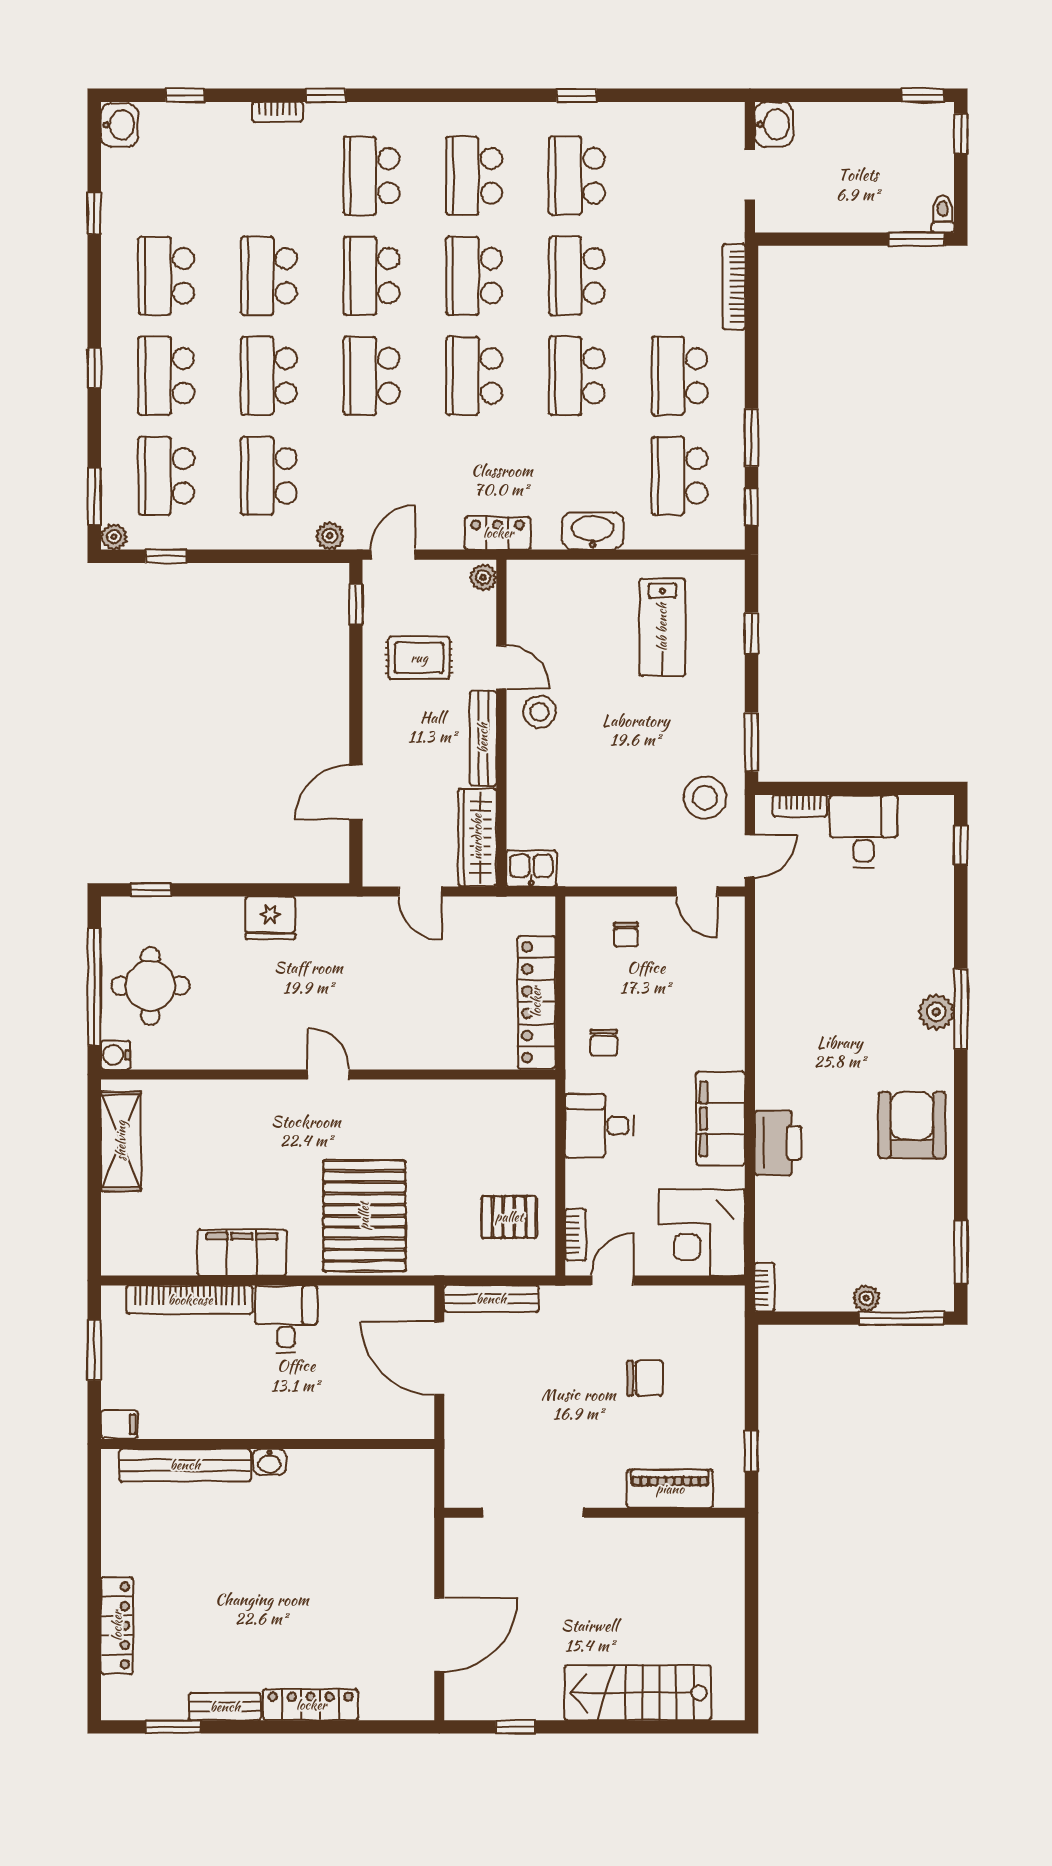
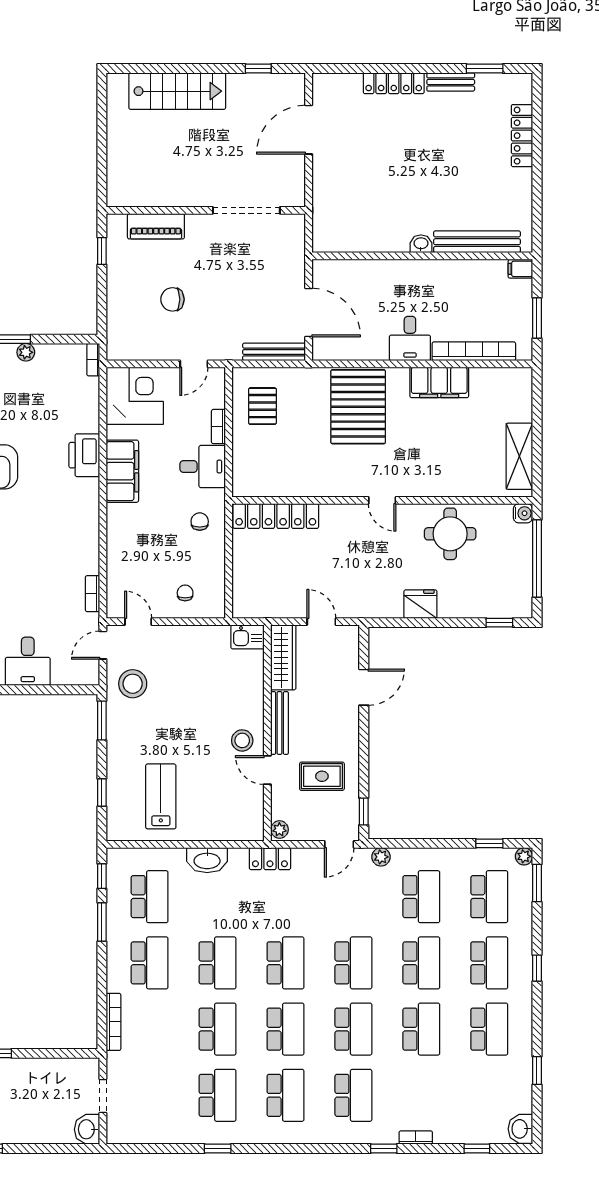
bookcase: (800, 806) -> (93, 594), moved, turned -90
round table: (150, 986) -> (450, 534), moved
locker: (536, 1002) -> (276, 516), moved, turned 90
pallet: (509, 1217) -> (262, 406), turned 90
bookcase: (576, 1235) -> (218, 427), moved

